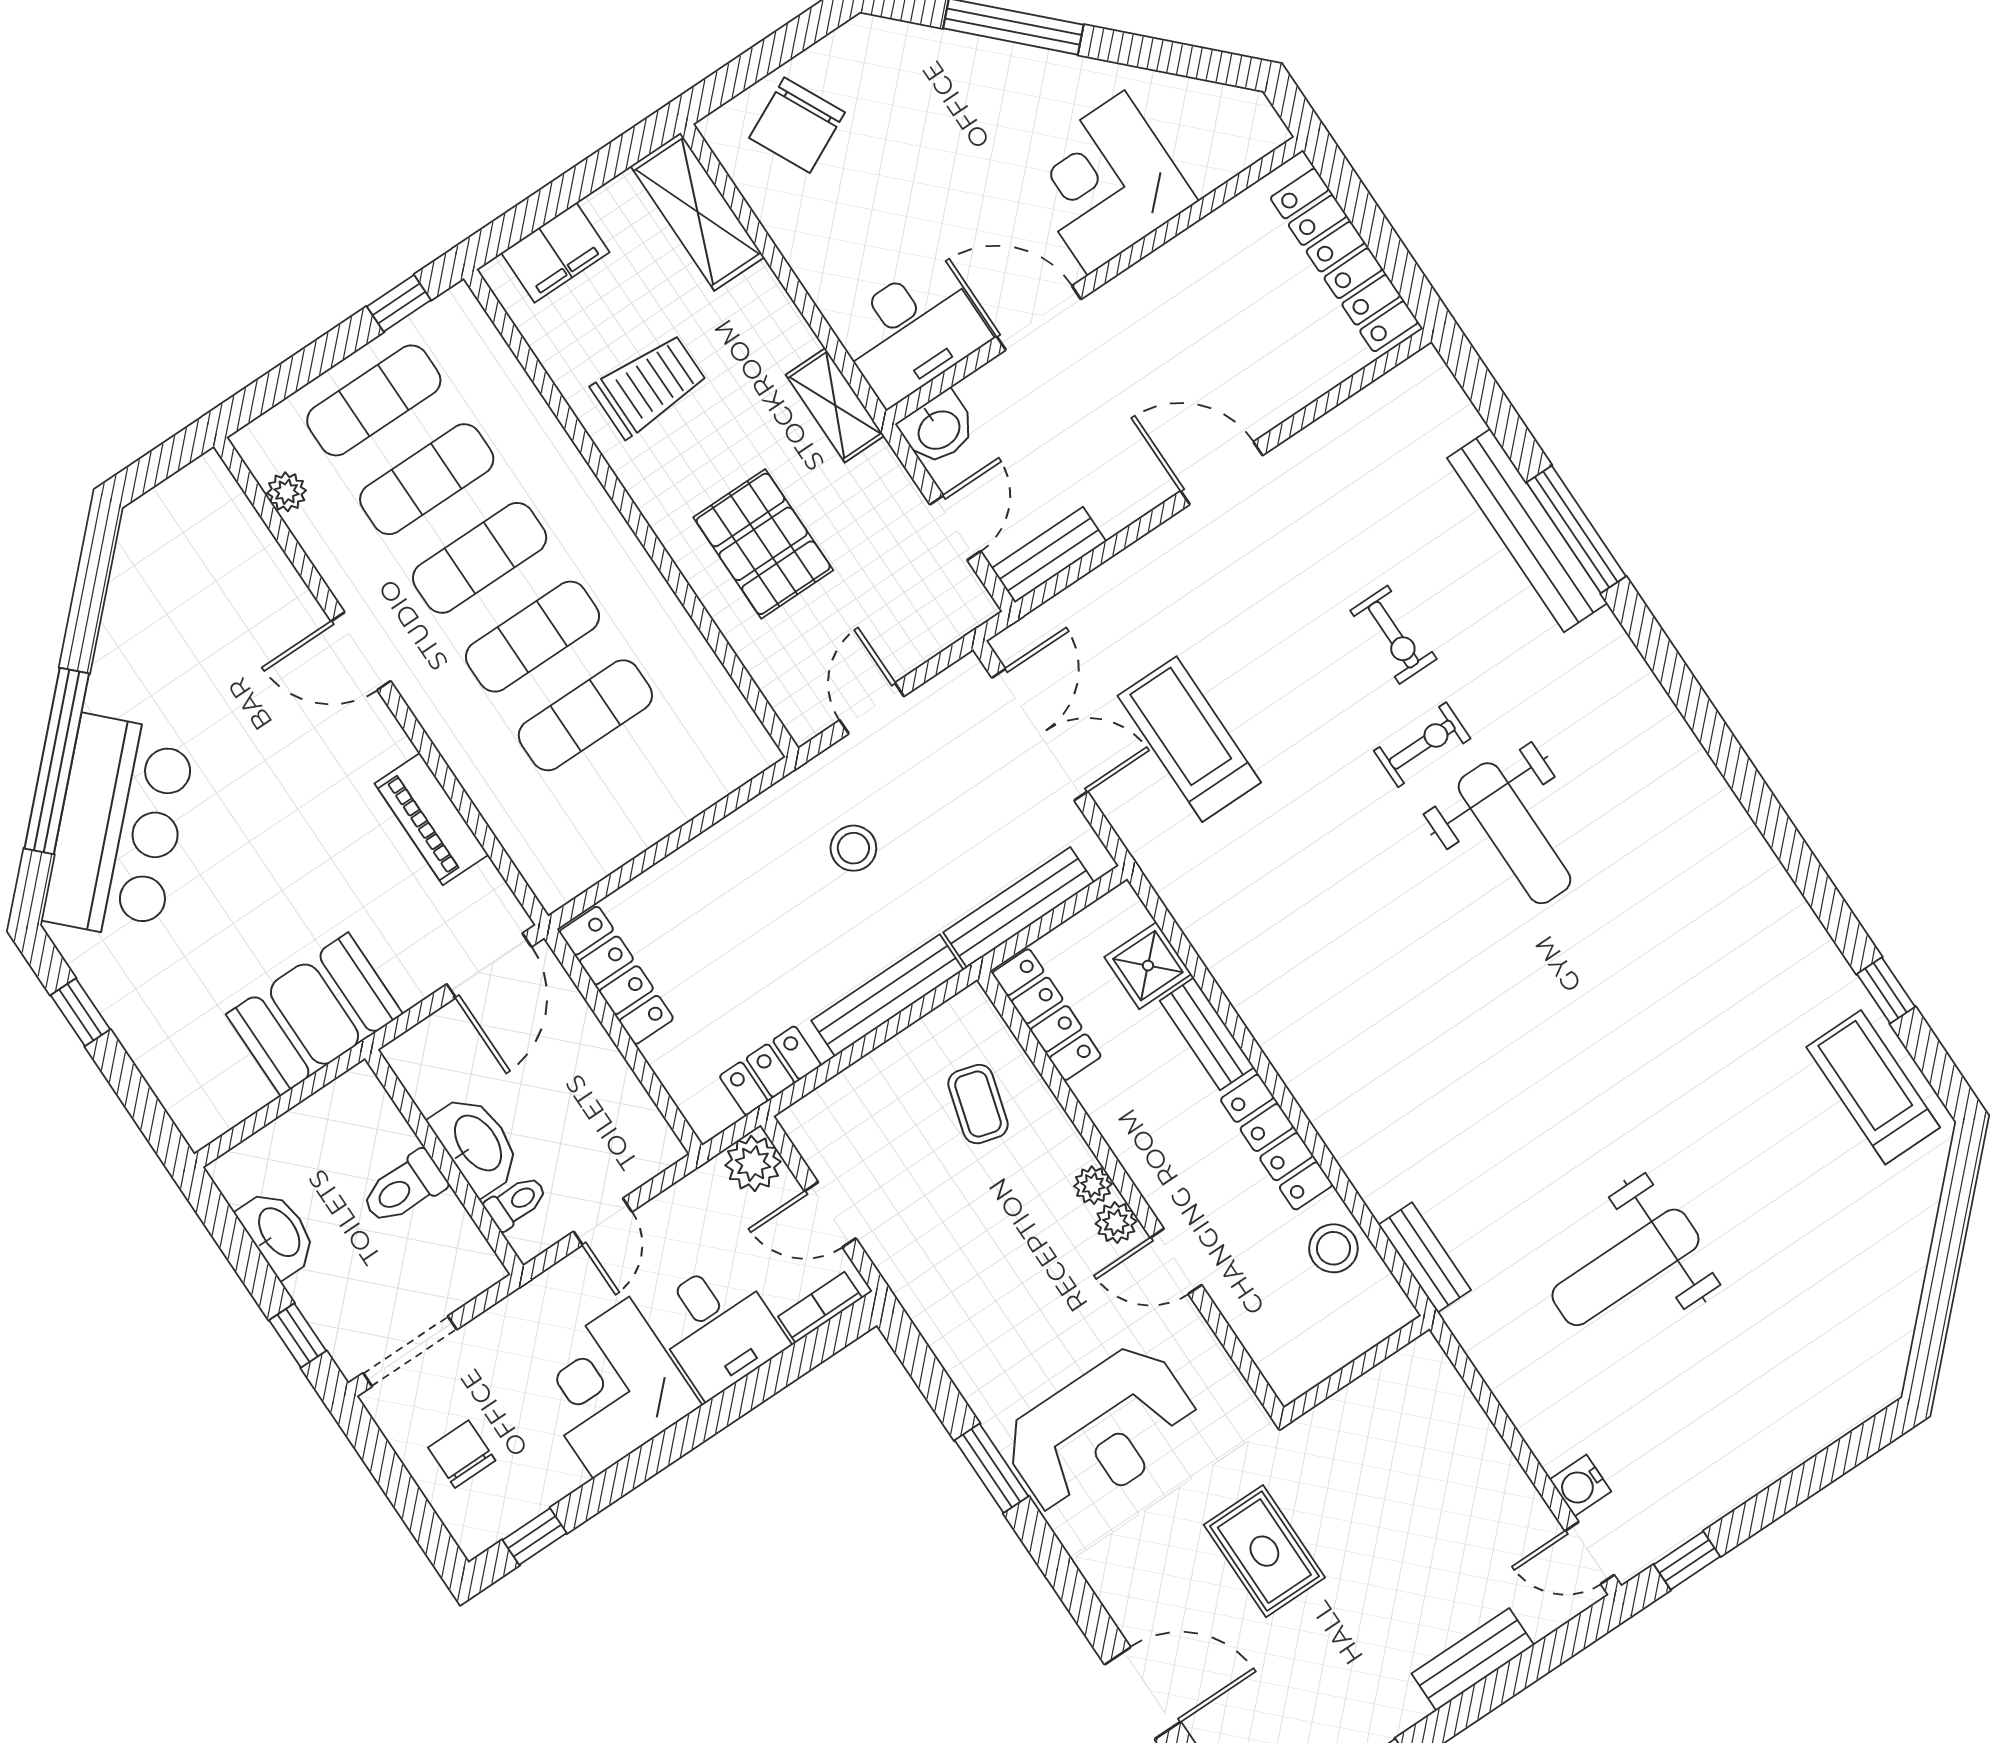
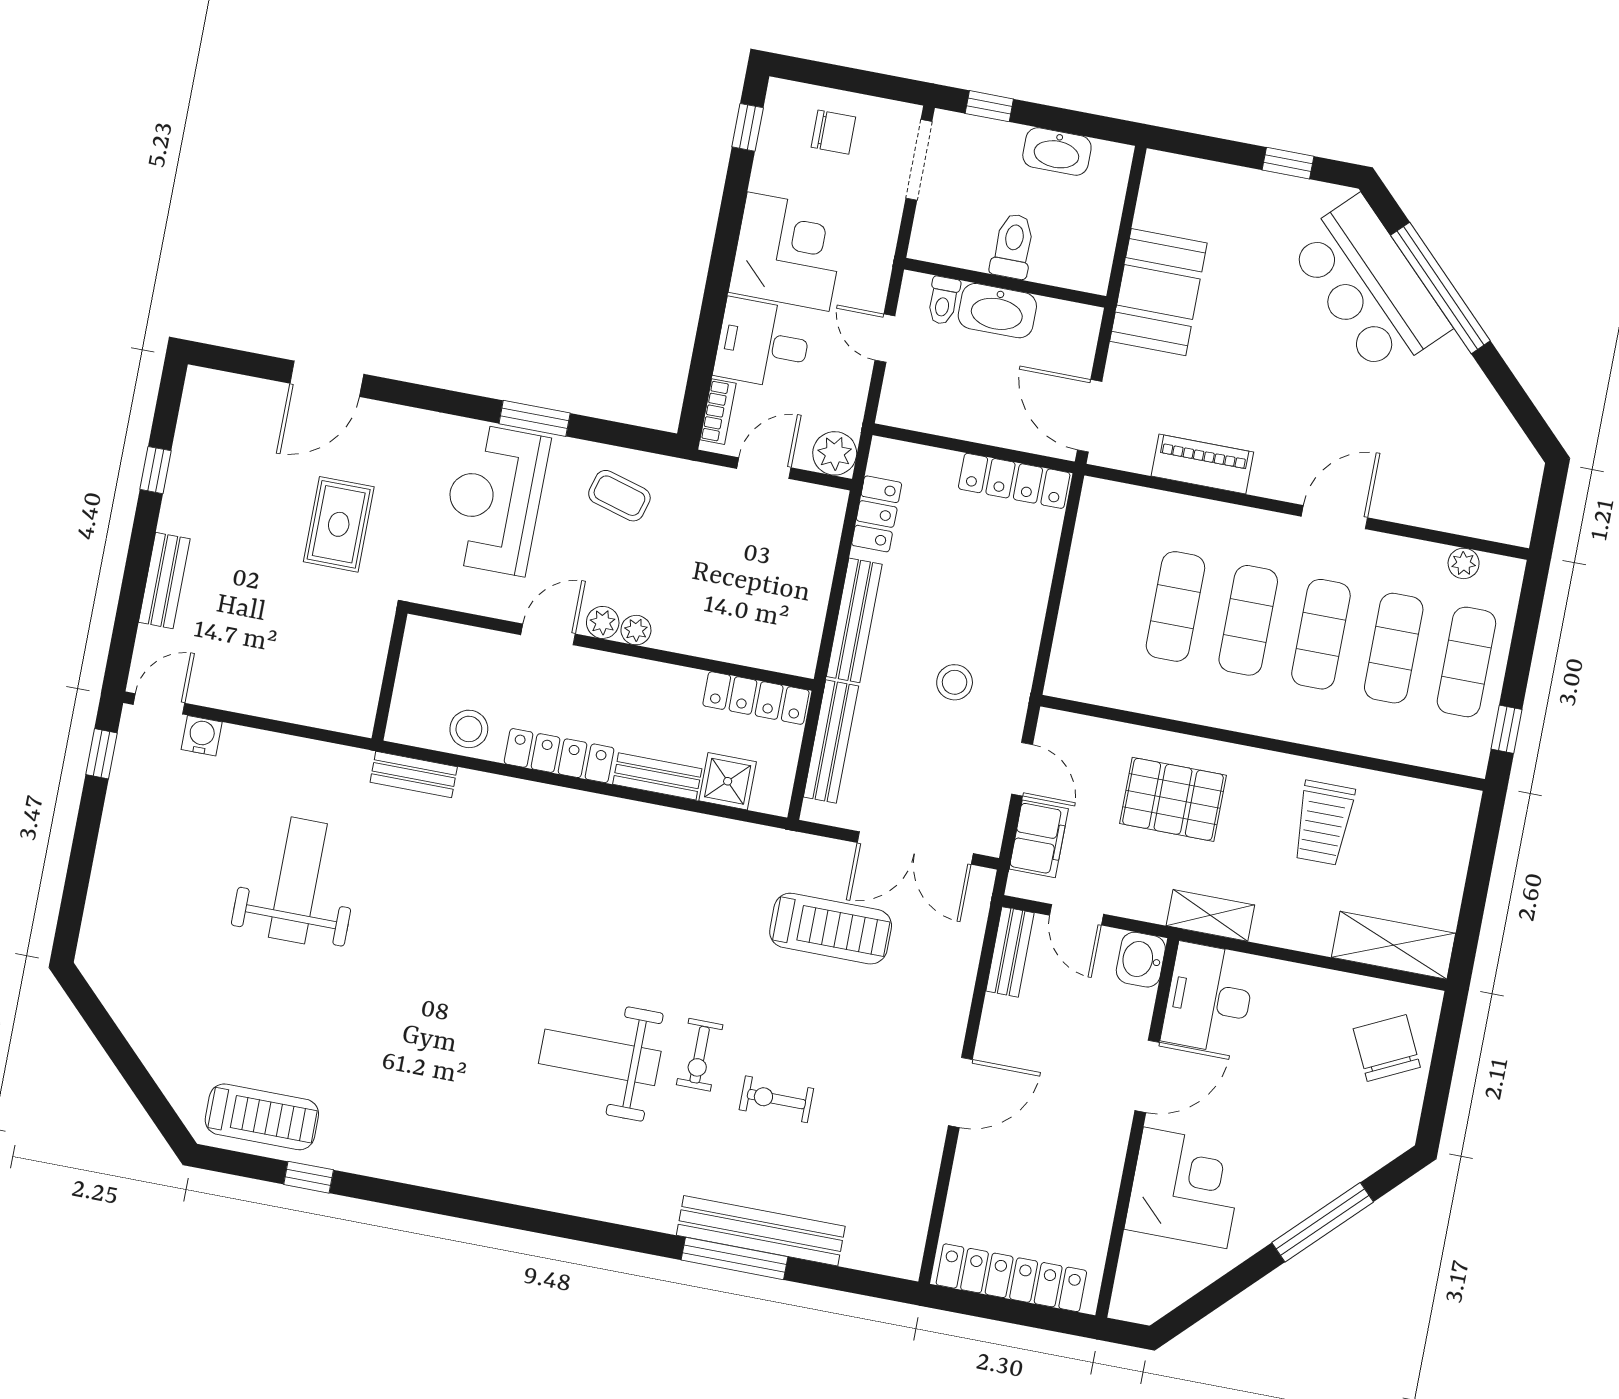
filing cabinet: (555, 253) -> (1039, 839), moved, turned 180
coffee table: (978, 1104) -> (619, 496), moved
rug: (1264, 1551) -> (339, 524), turned 90

